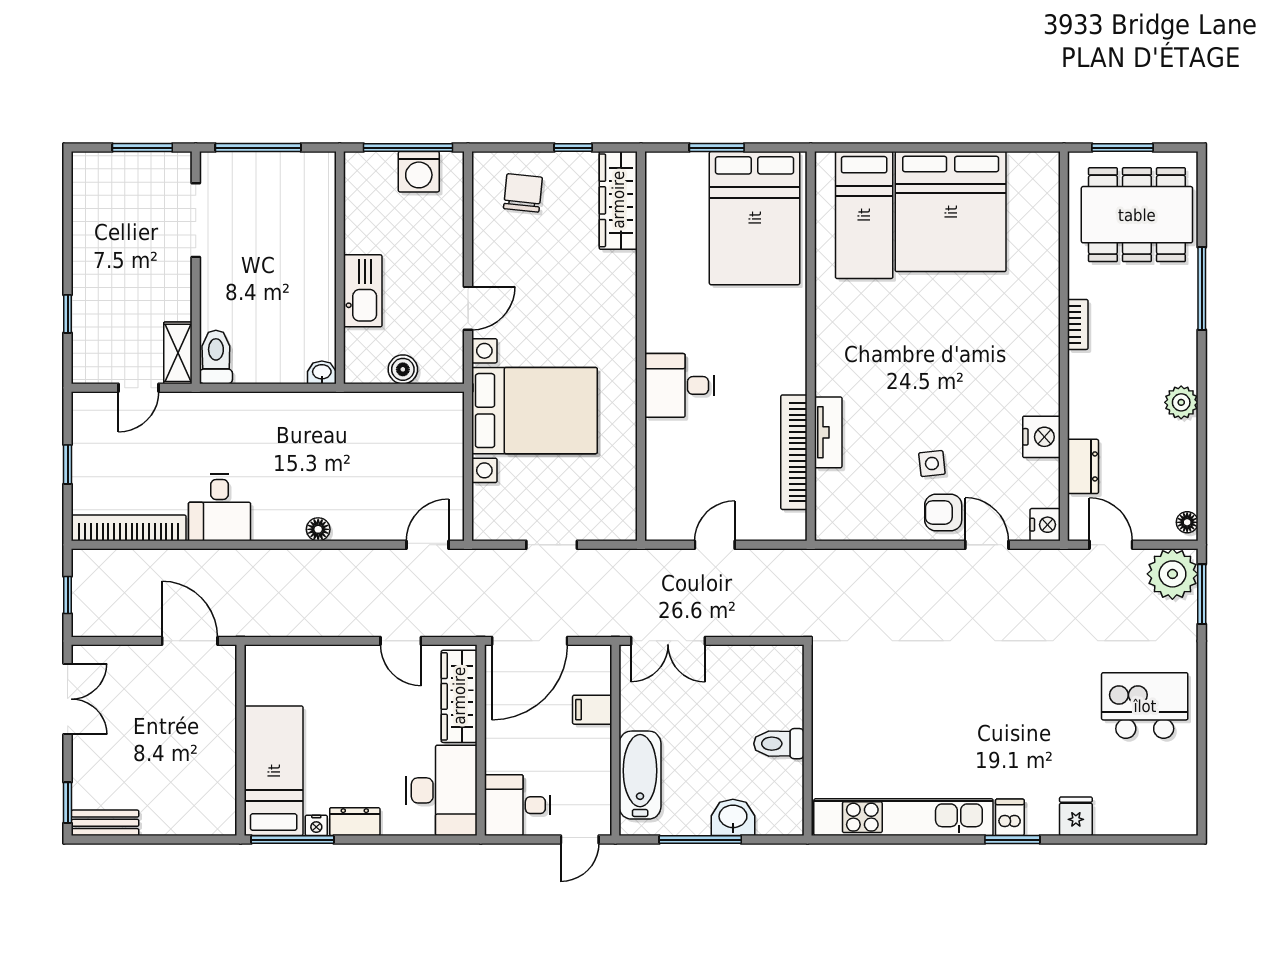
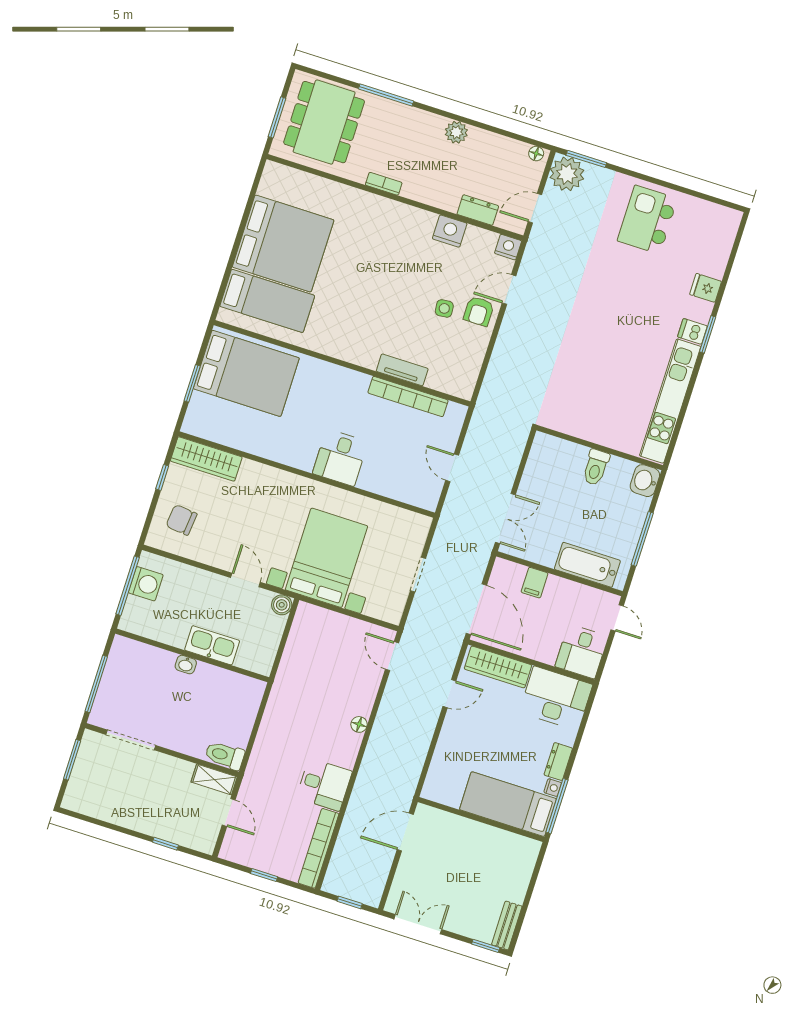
boiler: (403, 369) -> (282, 605), moved
washbasin: (322, 372) -> (186, 665), moved, turned -90
washbasin: (733, 817) -> (645, 481), moved

